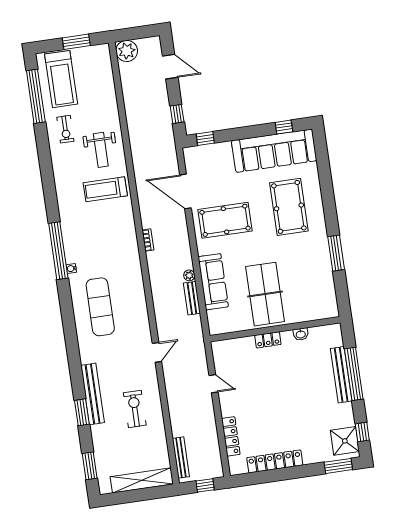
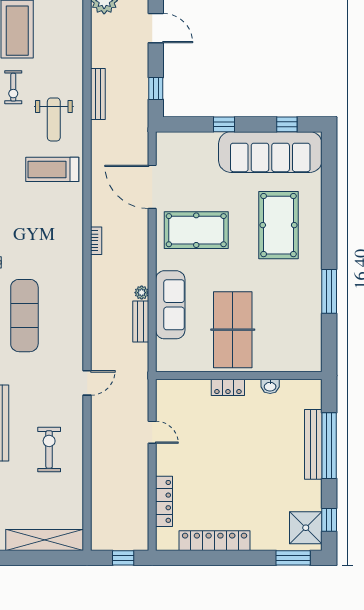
window: (205, 139) -> (224, 124), moved
bench: (181, 458) -> (98, 94), moved

